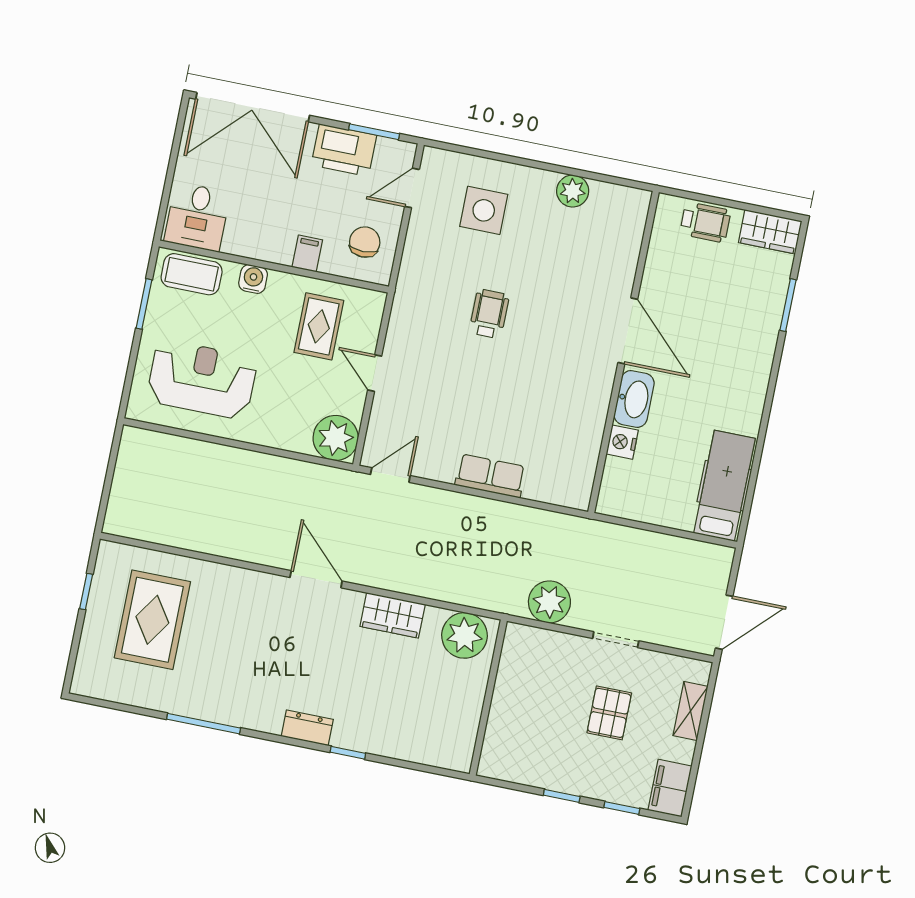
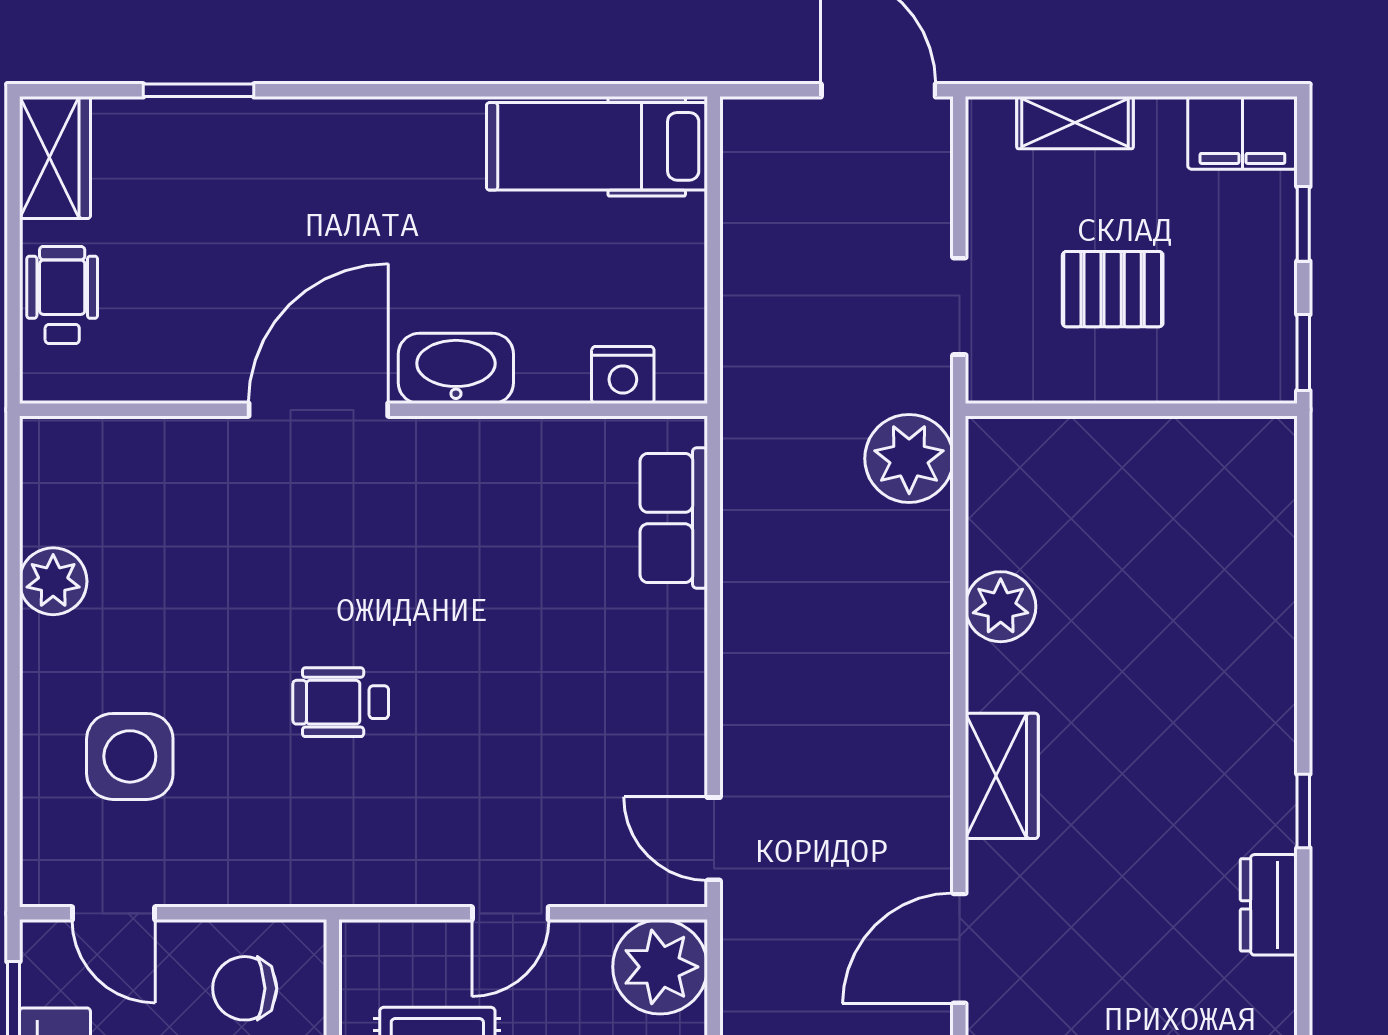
nightstand: (622, 442) -> (623, 375), moved
row of seats: (490, 476) -> (674, 518), moved
plant: (464, 635) -> (1001, 607), width x0.73, depth x0.73
wall: (488, 697) -> (1131, 410), moved

